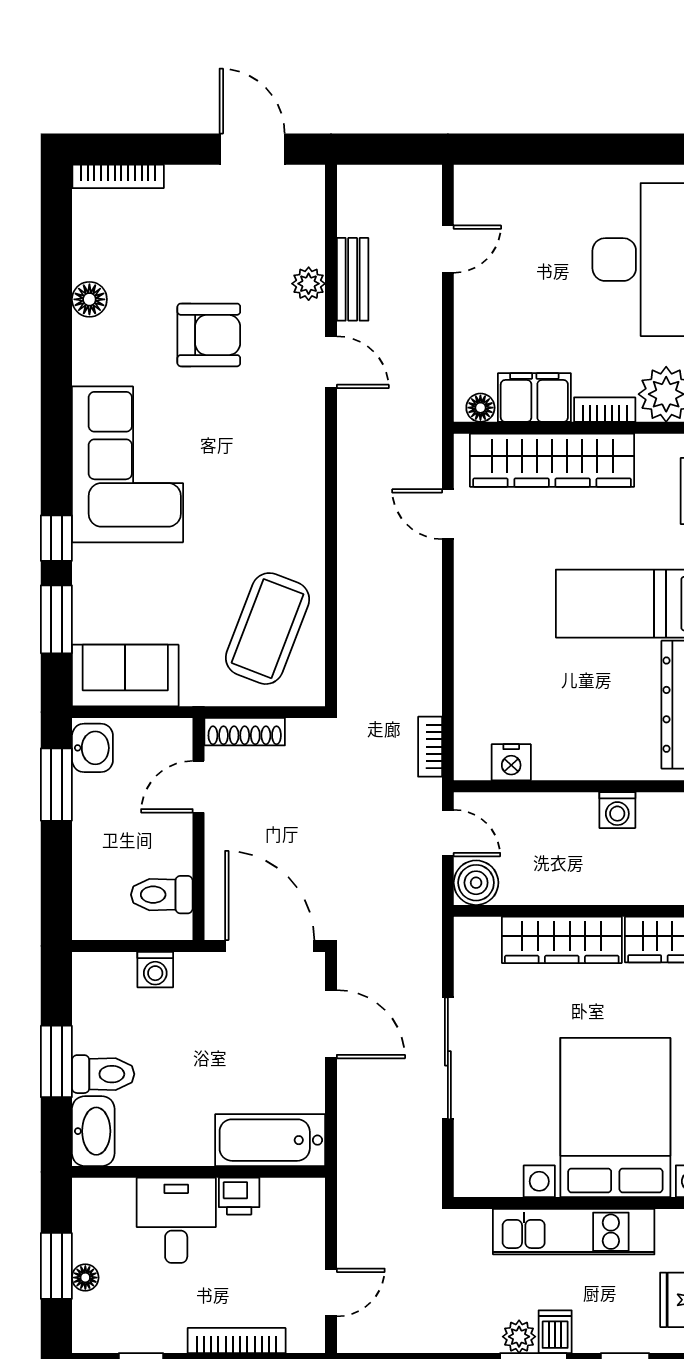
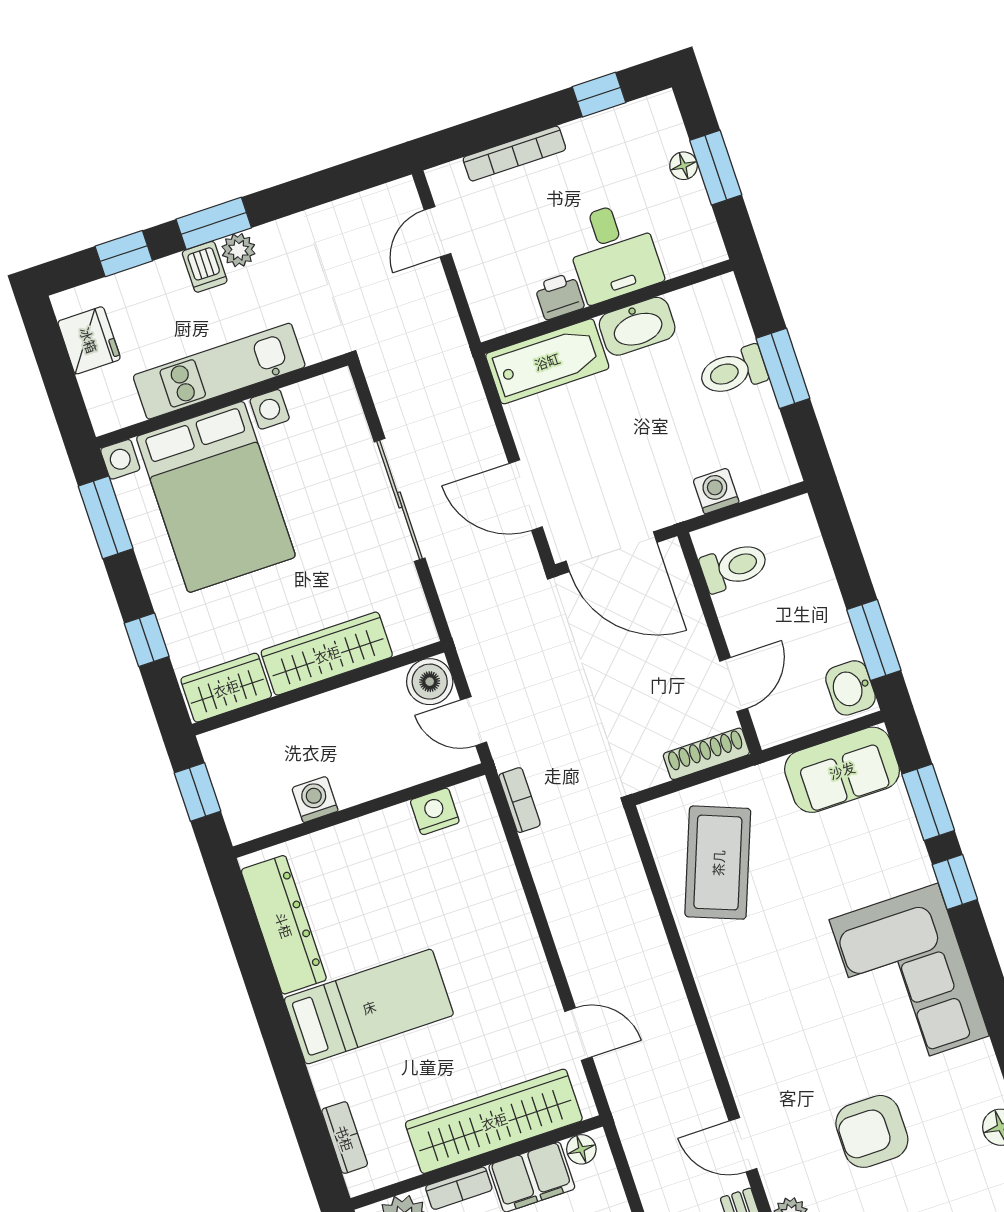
washbasin: (93, 1131) -> (637, 326), moved, turned -90

